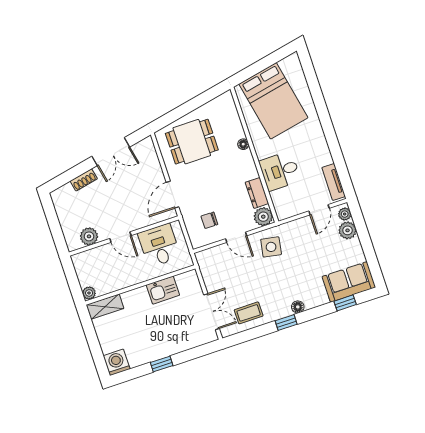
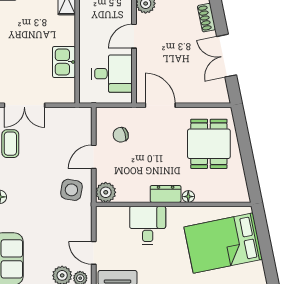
dresser: (257, 193) -> (166, 194), moved
chair: (209, 220) -> (121, 135), turned -106

